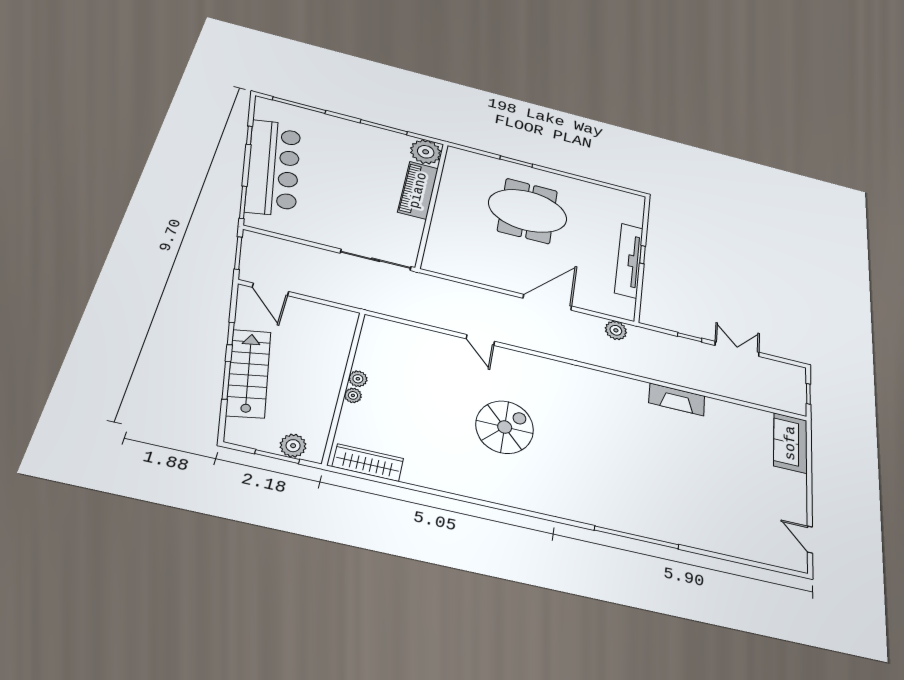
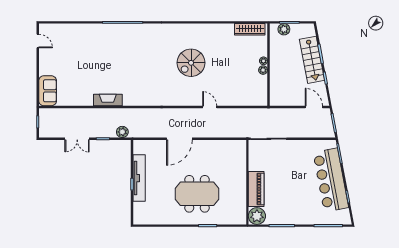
plant: (616, 330) -> (122, 132), moved

